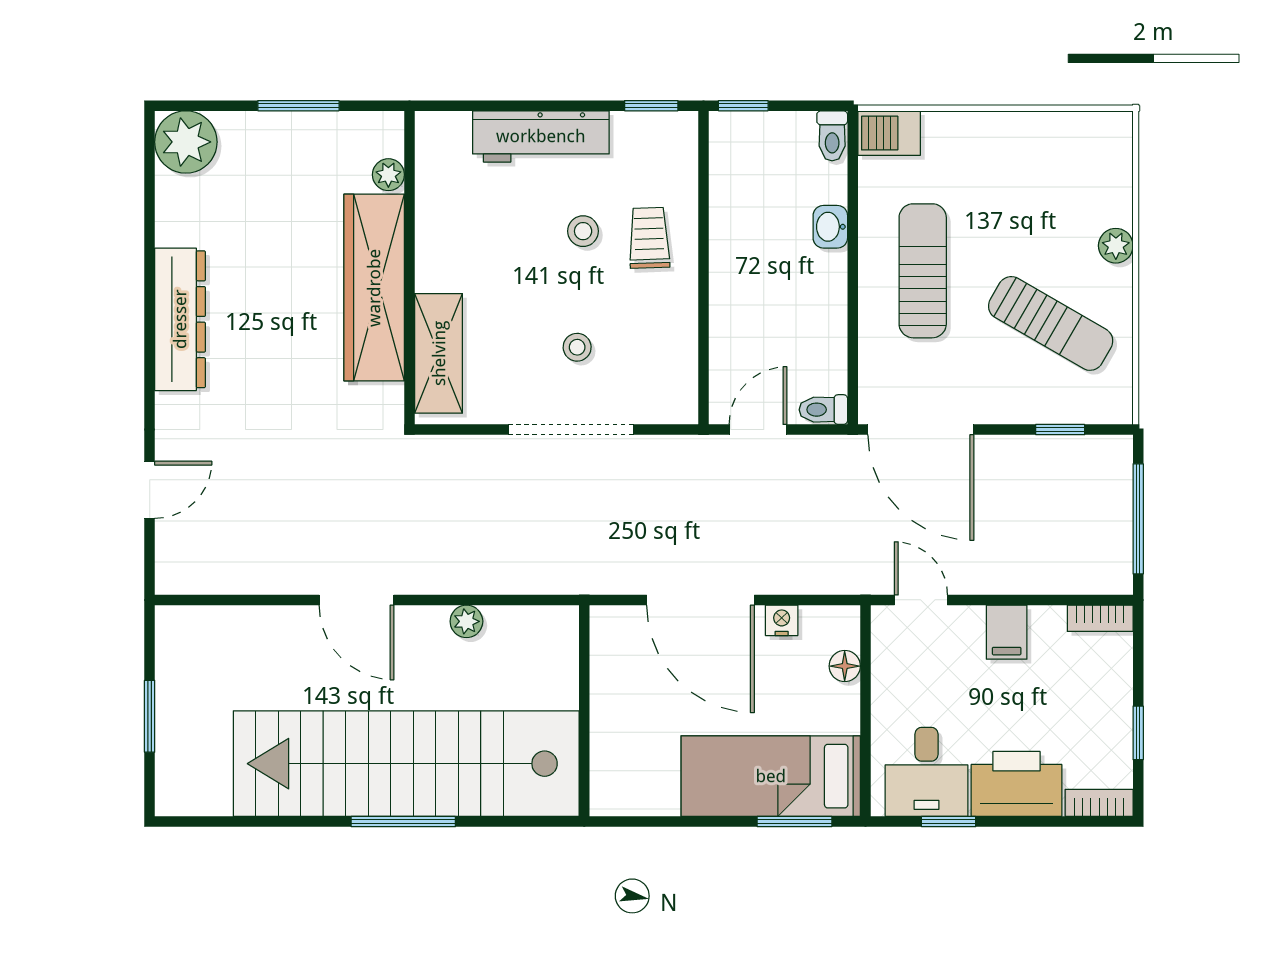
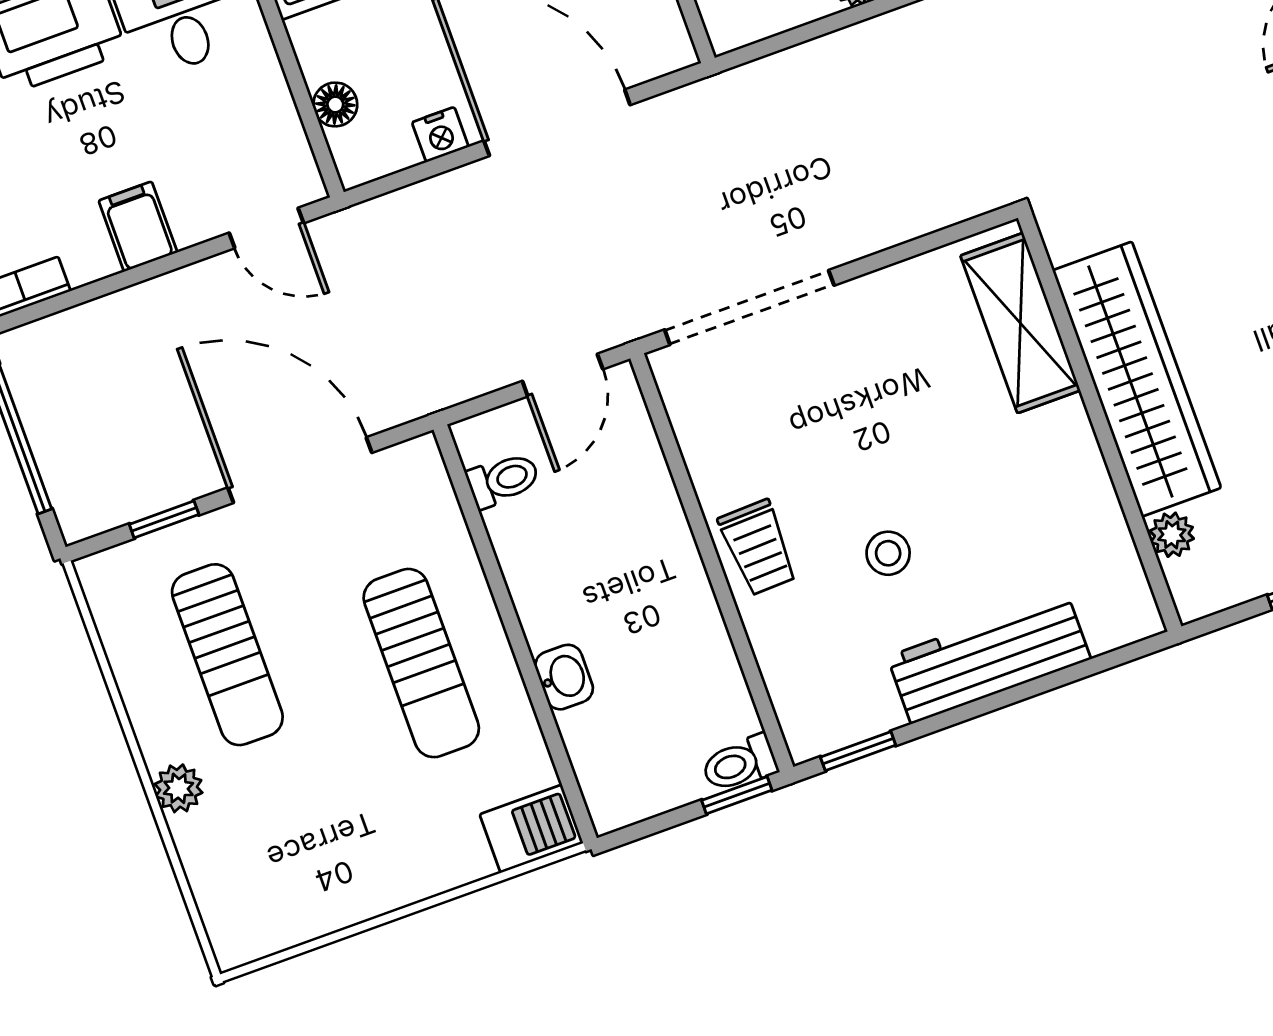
toilet: (832, 136) -> (740, 764), moved, turned -90
trolley: (649, 238) -> (758, 548), moved
sun lounger: (1051, 323) -> (227, 655), turned -120
stool: (577, 347) -> (841, 397), removed
toilet: (823, 410) -> (503, 480), moved
doorway: (571, 430) -> (749, 307), moved
door: (921, 430) -> (300, 470), moved

